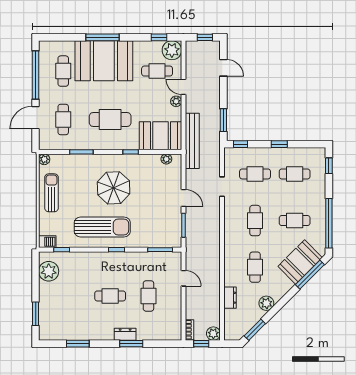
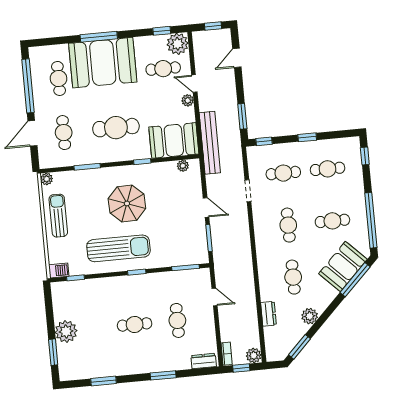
door: (223, 68) -> (237, 58), swing flipped
plant: (49, 271) -> (66, 331), moved
dresser: (125, 334) -> (204, 361), moved

